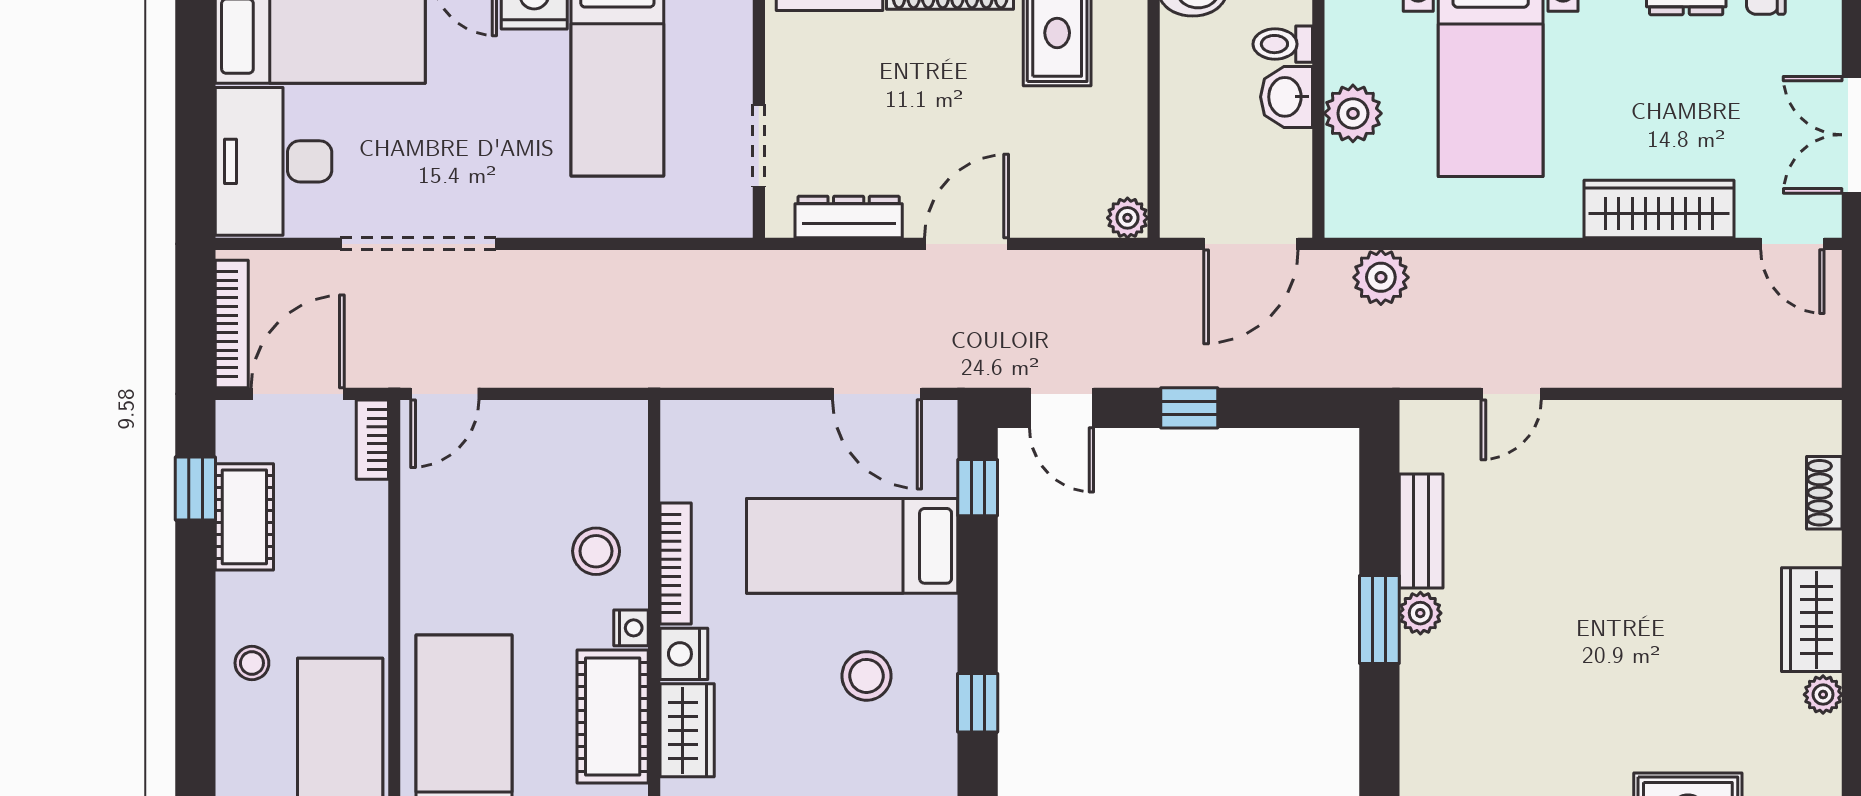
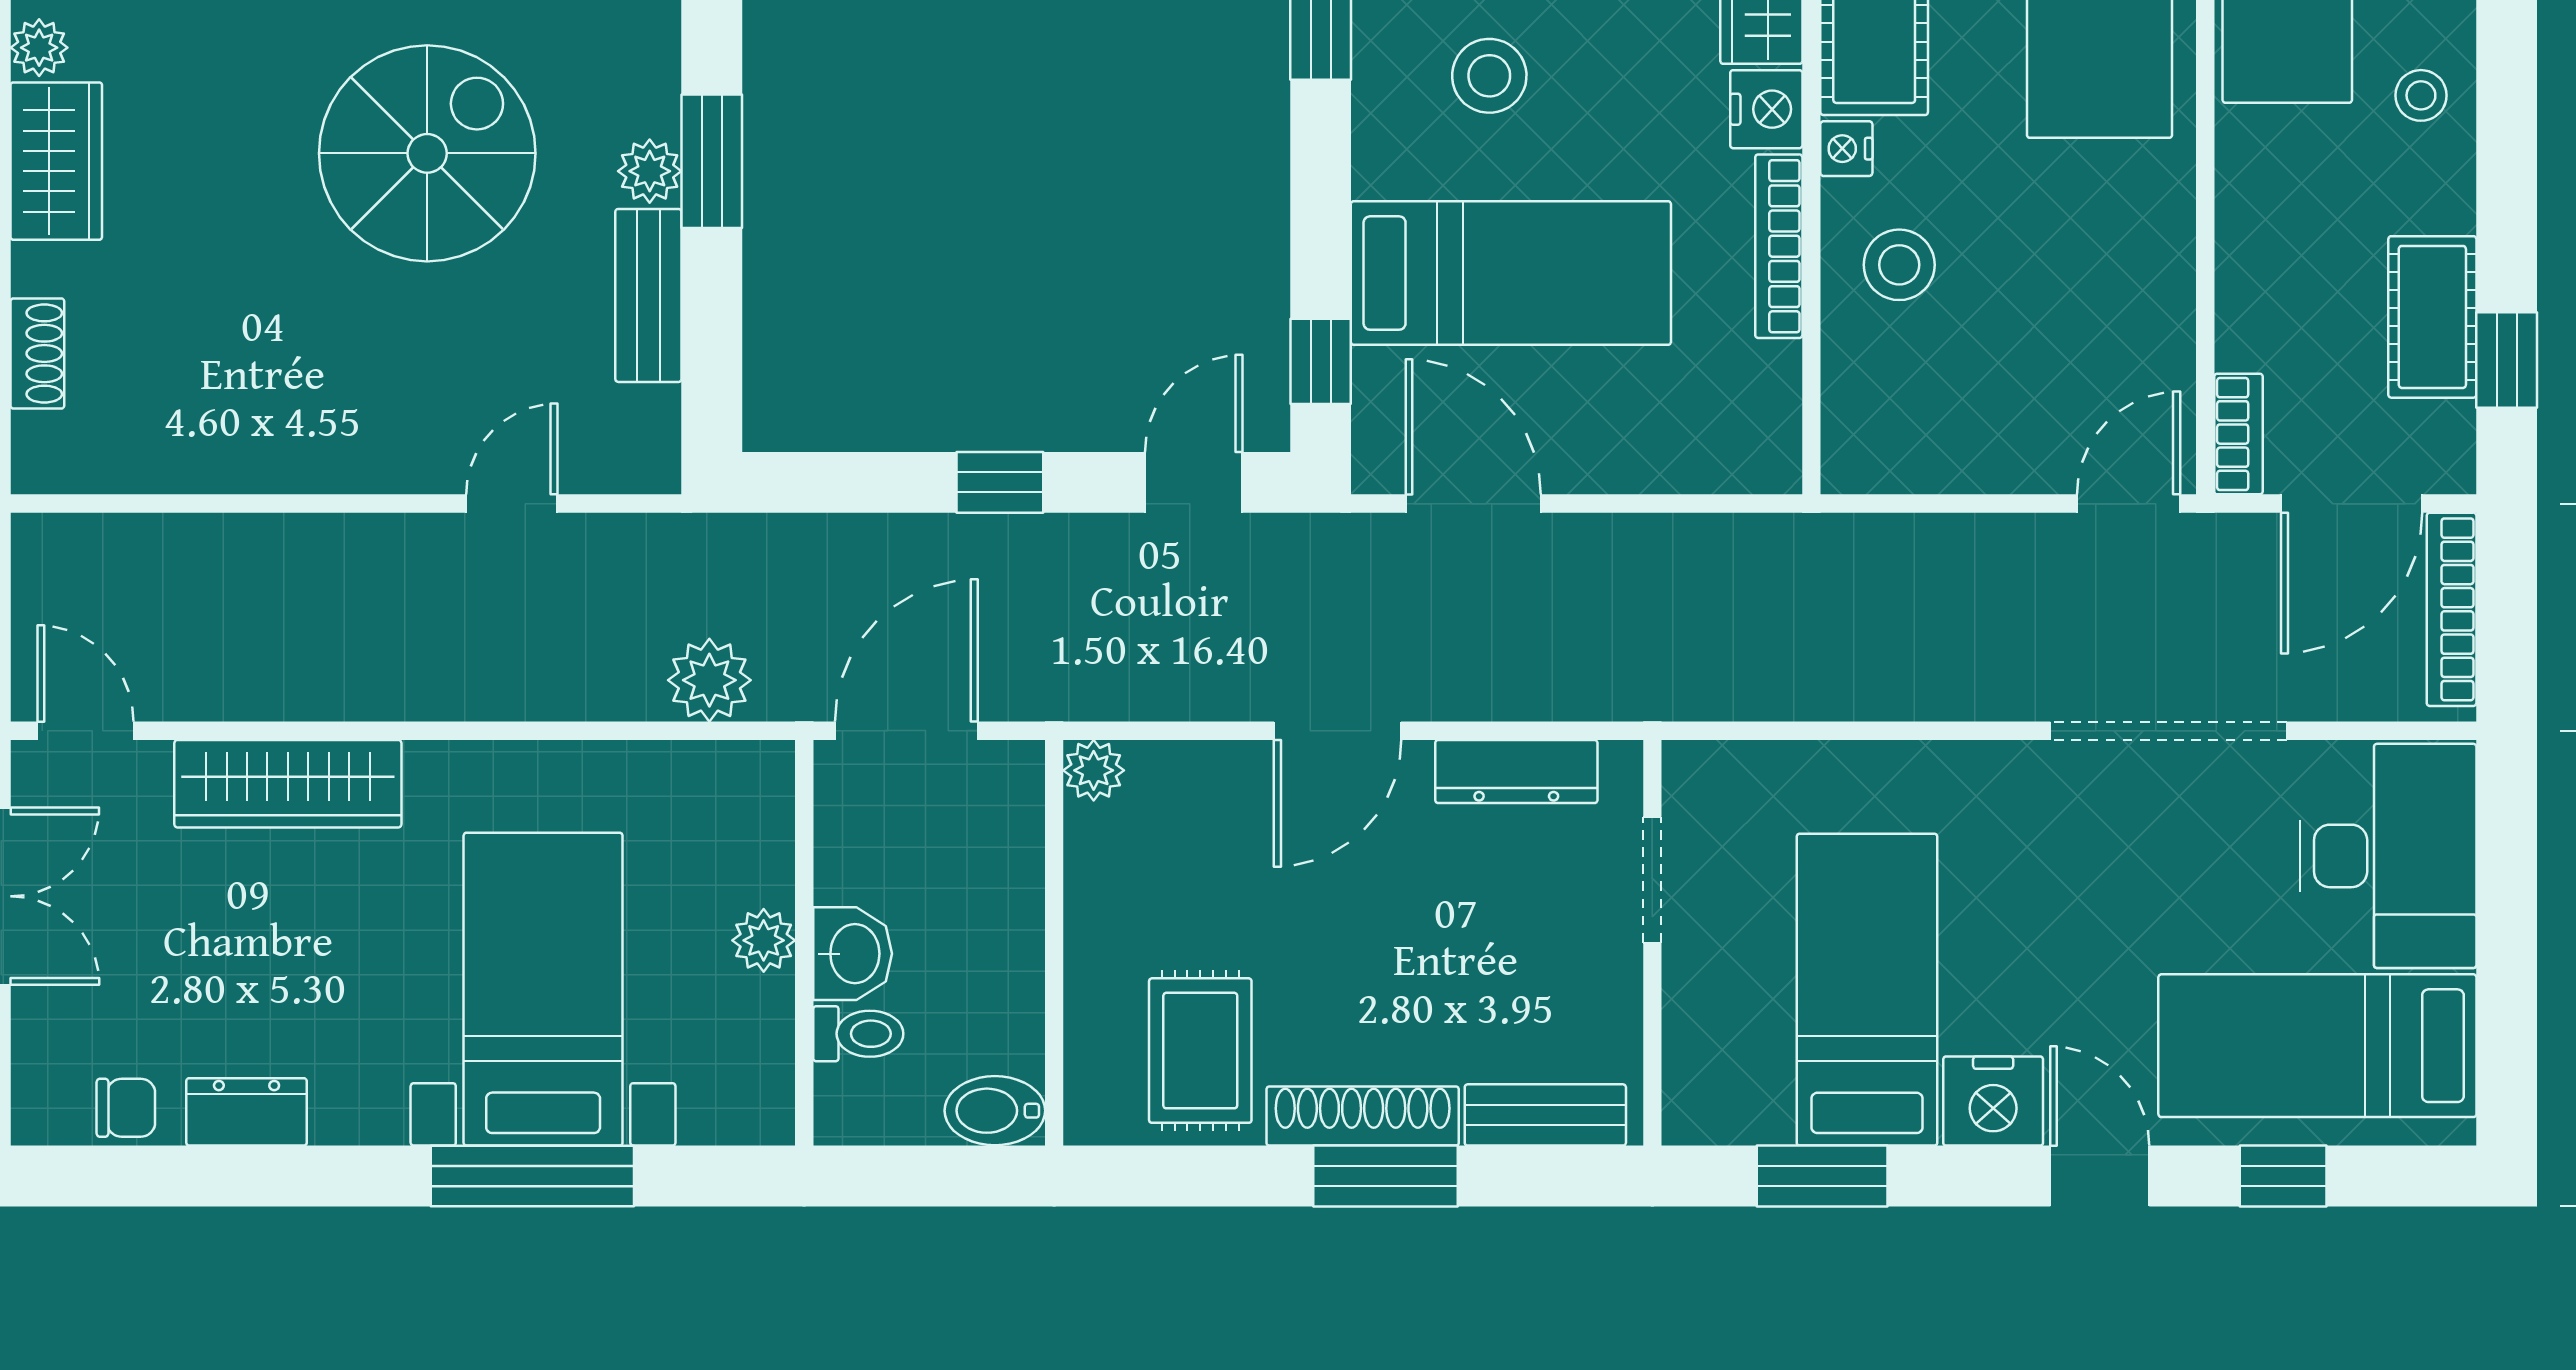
plant: (1353, 113) -> (764, 940), width x0.73, depth x0.73
door: (1061, 408) -> (1194, 482), hinge flipped
spiral stairs: (1567, 625) -> (427, 153), added

